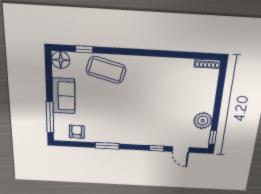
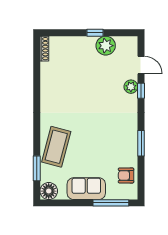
window: (84, 49) -> (37, 168), width x1.50
window: (213, 137) -> (95, 33), moved
plant: (161, 140) -> (131, 87), added
door: (181, 150) -> (141, 65), hinge flipped

